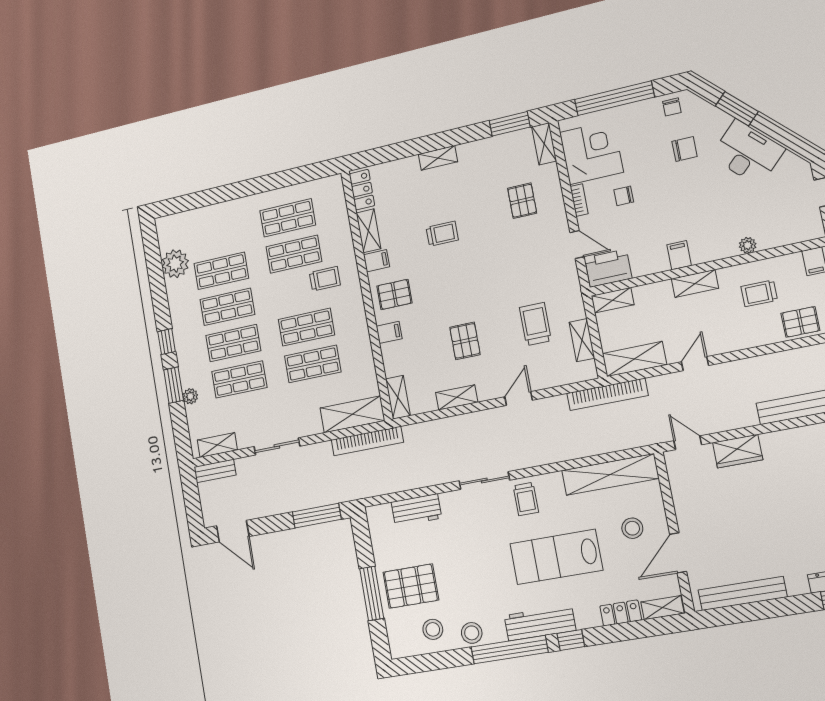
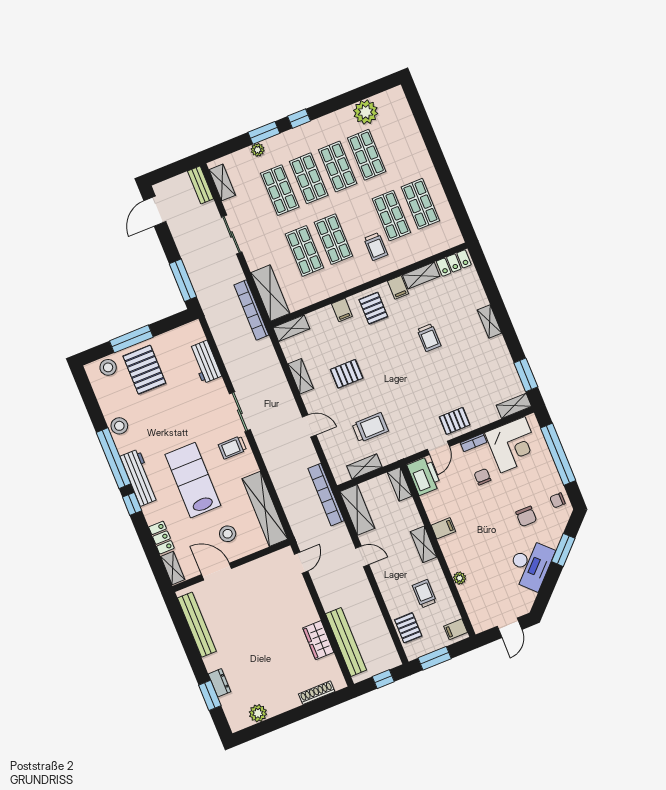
pallet: (522, 201) -> (455, 421), moved
wardrobe: (738, 451) -> (318, 640), moved
stool: (433, 629) -> (108, 367), moved

